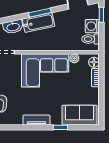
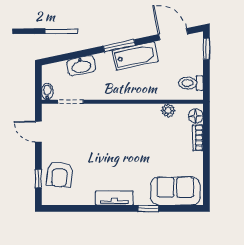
bathtub: (39, 23) -> (135, 56), moved
washing machine: (92, 26) -> (193, 65), removed
corner sofa: (45, 70) -> (127, 128), removed

